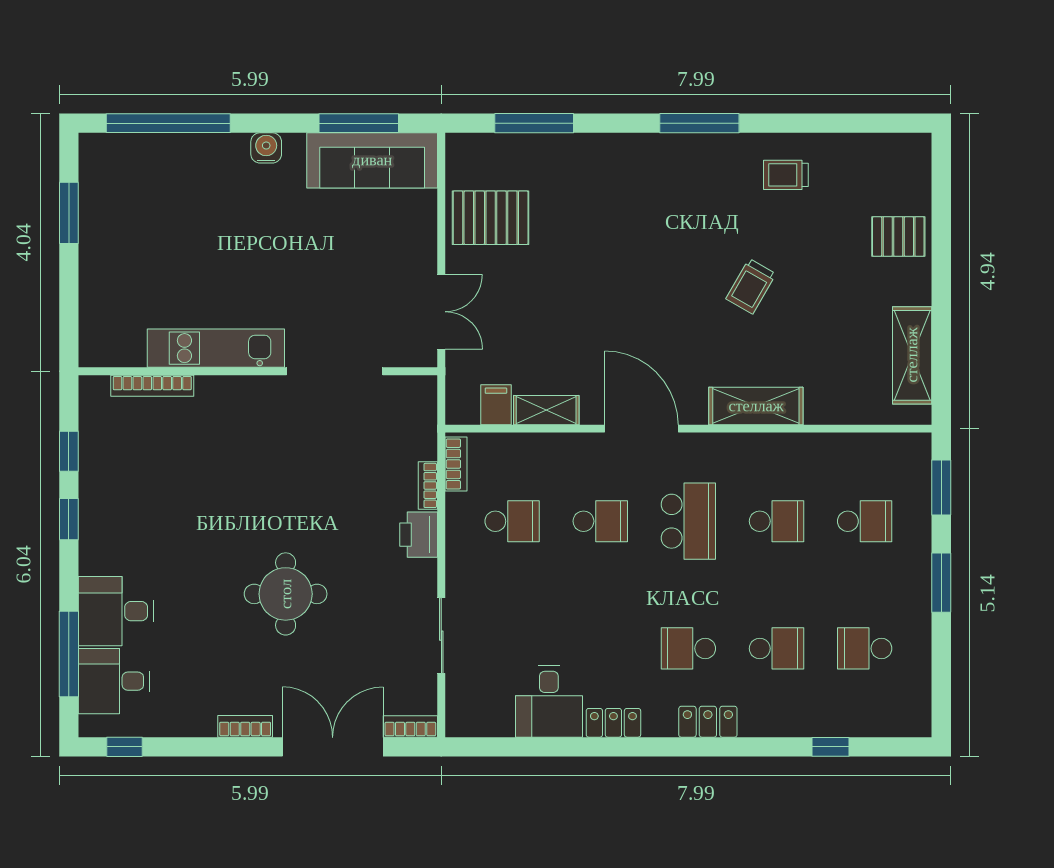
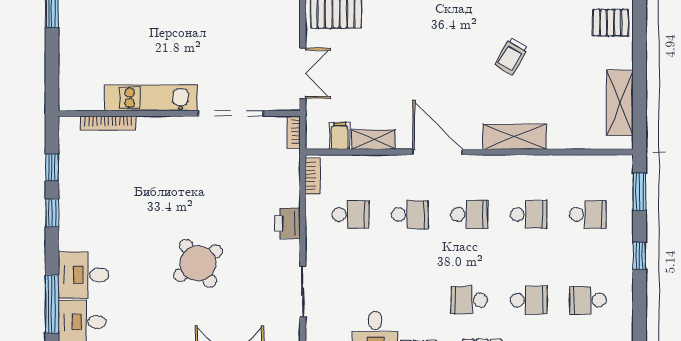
bookcase: (428, 485) -> (294, 132), moved
school desk: (688, 521) -> (469, 214), width x0.54
window: (941, 583) -> (639, 256), width x0.67
round table: (286, 594) -> (198, 263), turned -34

